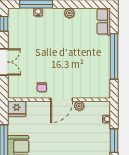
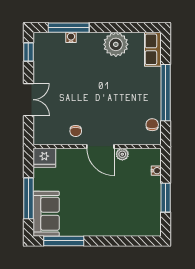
plant: (69, 13) -> (116, 44), width x1.87, depth x1.87
chair: (103, 82) -> (152, 125), added
door: (62, 100) -> (100, 146), hinge flipped

